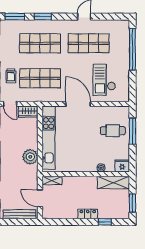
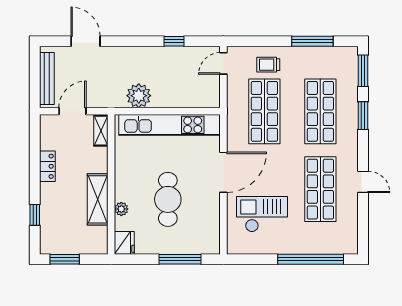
wardrobe: (28, 112) -> (211, 92), removed
cafe table: (113, 131) -> (168, 199), moved, width x1.37, depth x1.35
shelving: (113, 183) -> (98, 199), moved
locker: (88, 214) -> (47, 166), moved

